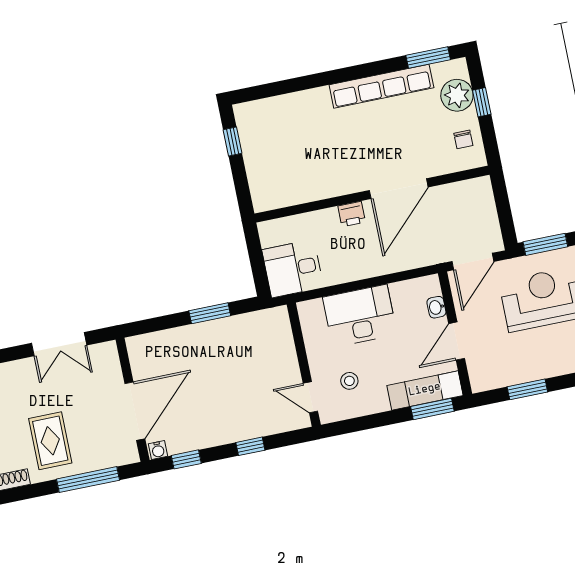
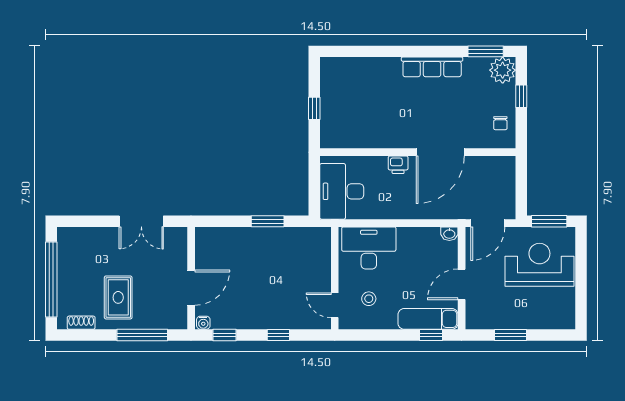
row of seats: (381, 86) -> (432, 67), width x0.73
plant: (457, 95) -> (503, 70), moved
window: (232, 142) -> (314, 108), moved
desk: (293, 269) -> (342, 191), width x1.37
washbasin: (436, 307) -> (449, 234), moved, turned -90
desk: (360, 316) -> (369, 248), moved
window: (432, 409) -> (431, 335), width x0.67
door: (135, 411) -> (191, 288), width x0.73

